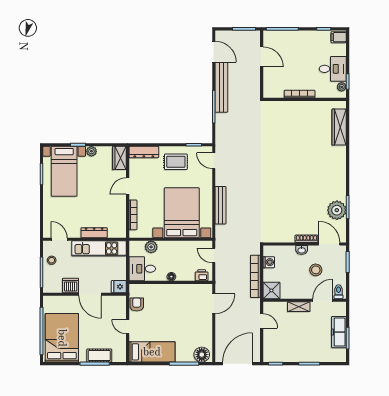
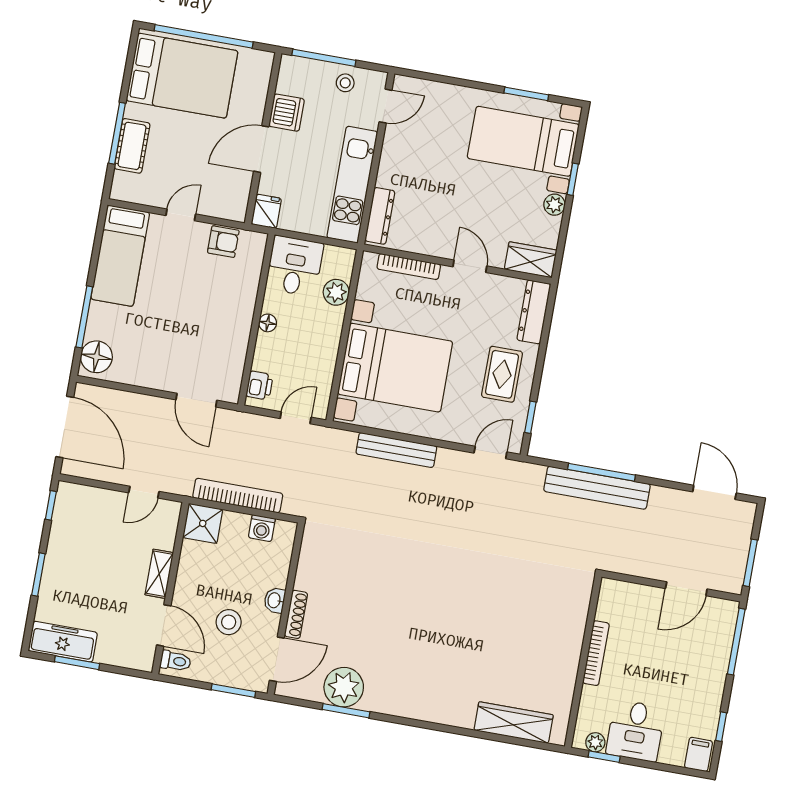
door: (214, 52) -> (714, 492), swing flipped
bench: (221, 87) -> (597, 488), moved
dresser: (94, 233) -> (380, 216), moved
freezer: (339, 332) -> (63, 642), moved

